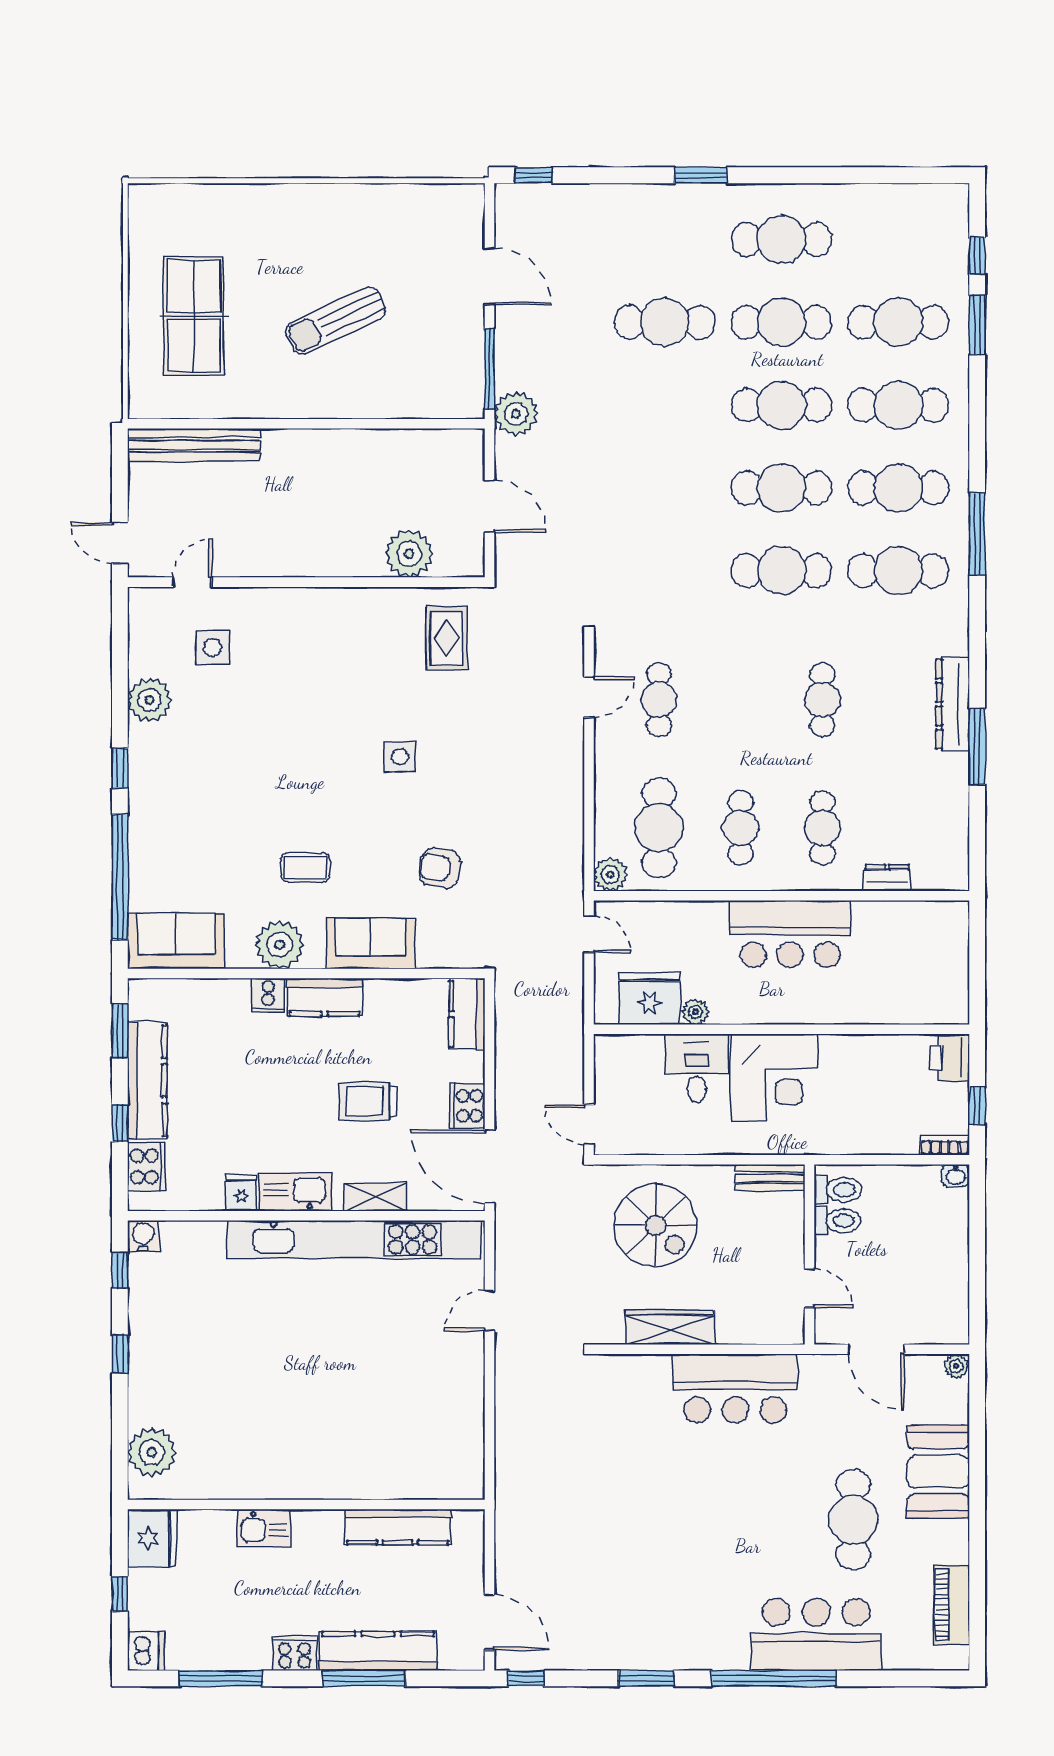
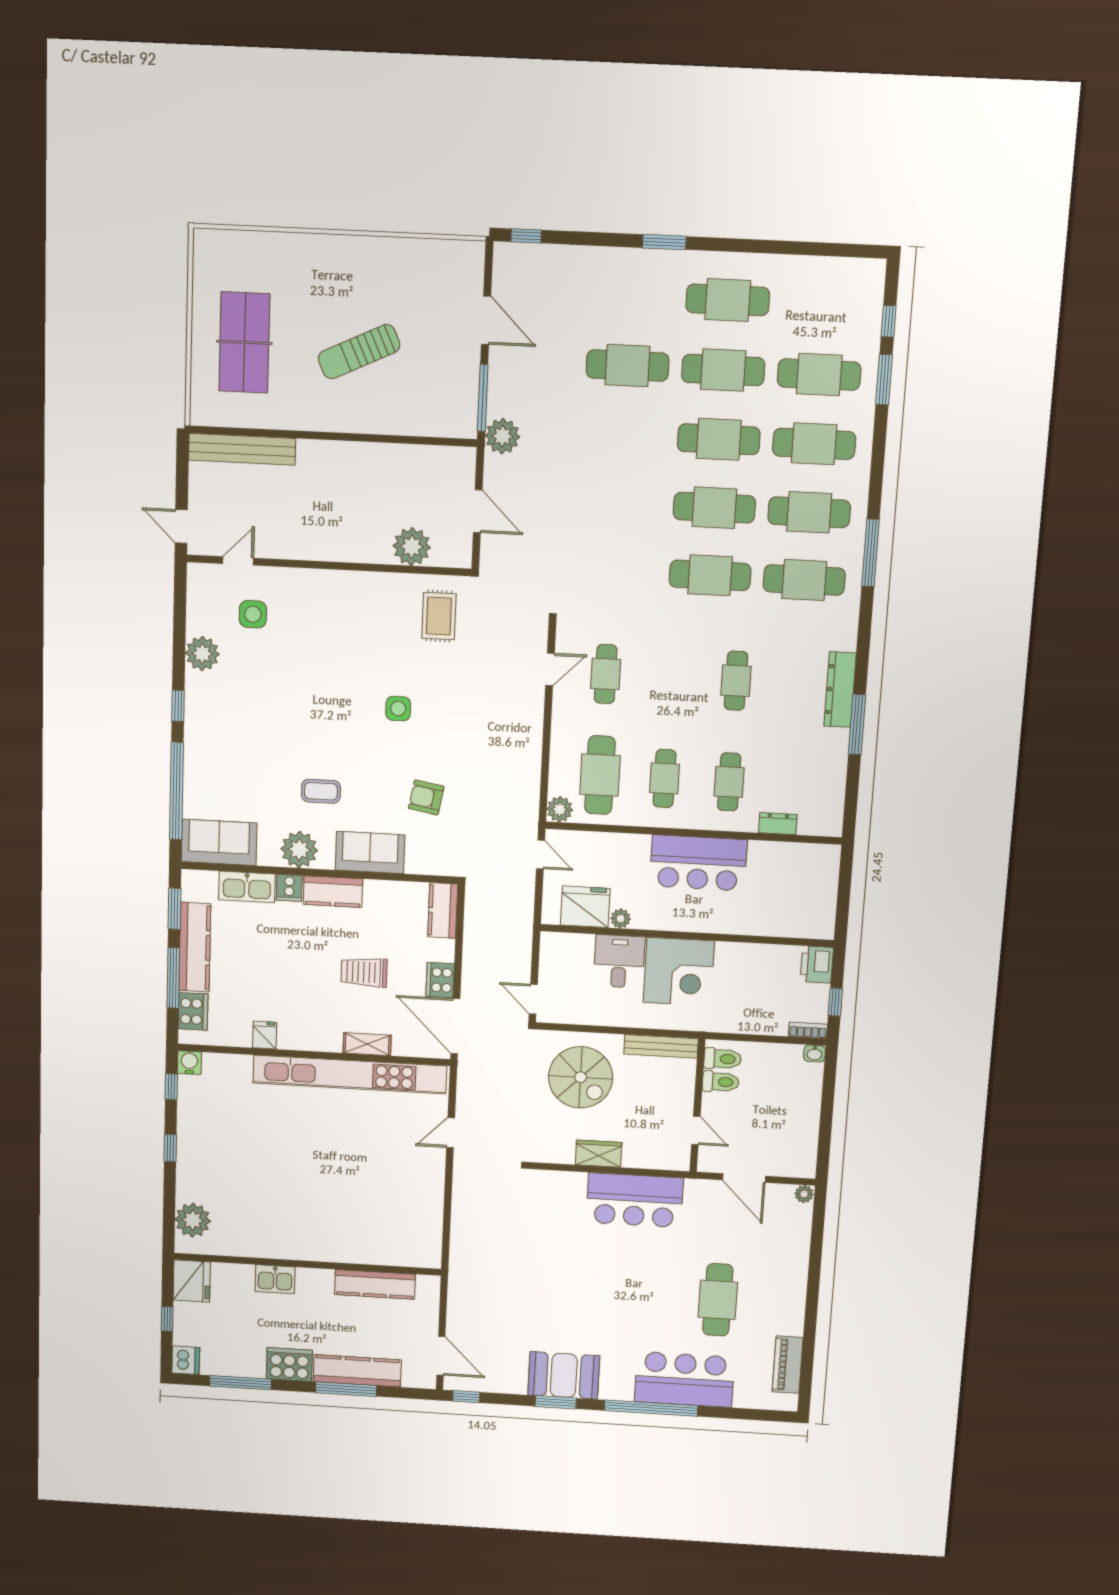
window: (120, 1123) -> (173, 978), width x2.17
bench: (770, 1178) -> (661, 1046), width x1.36
kitchen sink: (295, 1192) -> (247, 887), moved, turned 180
wardrobe: (670, 1327) -> (598, 1154), width x0.67
booth: (938, 1472) -> (564, 1375), moved, turned 90
cooker: (295, 1653) -> (289, 1365), width x1.37, depth x1.31

